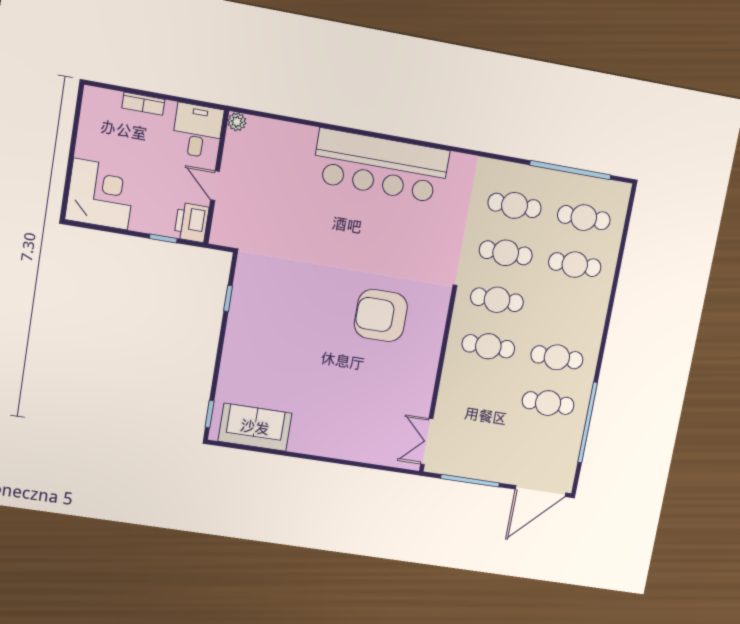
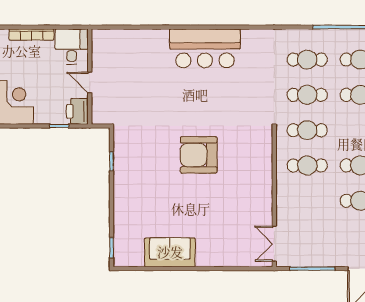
bookcase: (143, 104) -> (31, 34), width x1.56
plant: (237, 122) -> (98, 35), removed
bar counter: (381, 166) -> (205, 48), width x0.73
armchair: (381, 315) -> (199, 155), moved
sofa: (255, 427) -> (170, 252), moved

